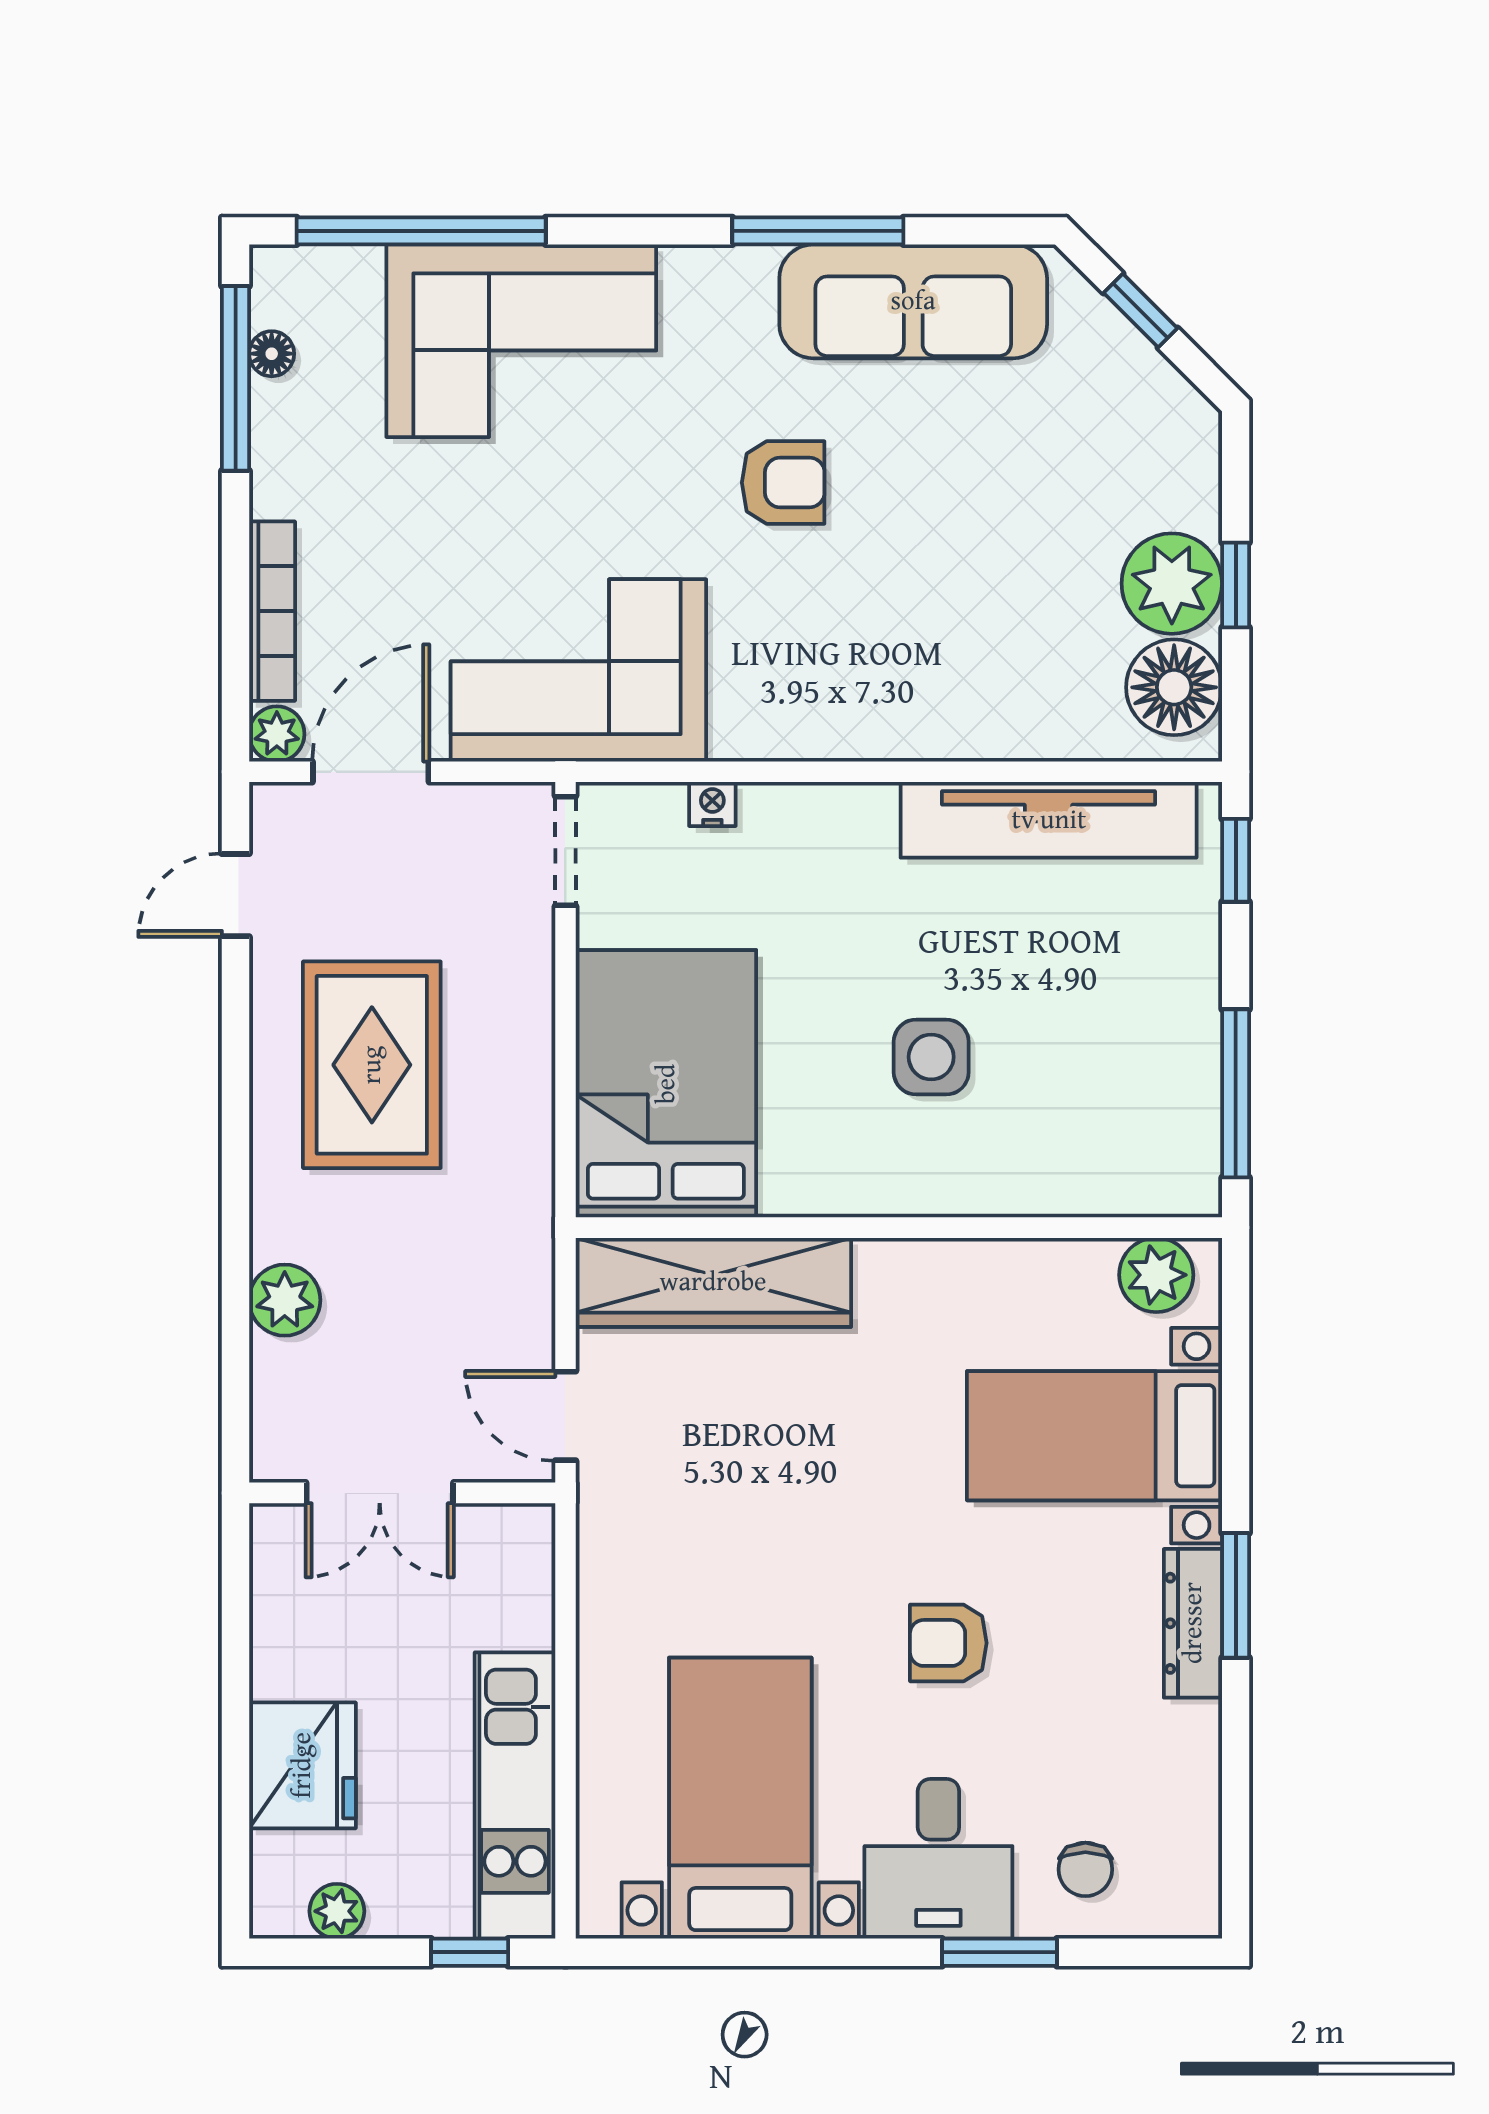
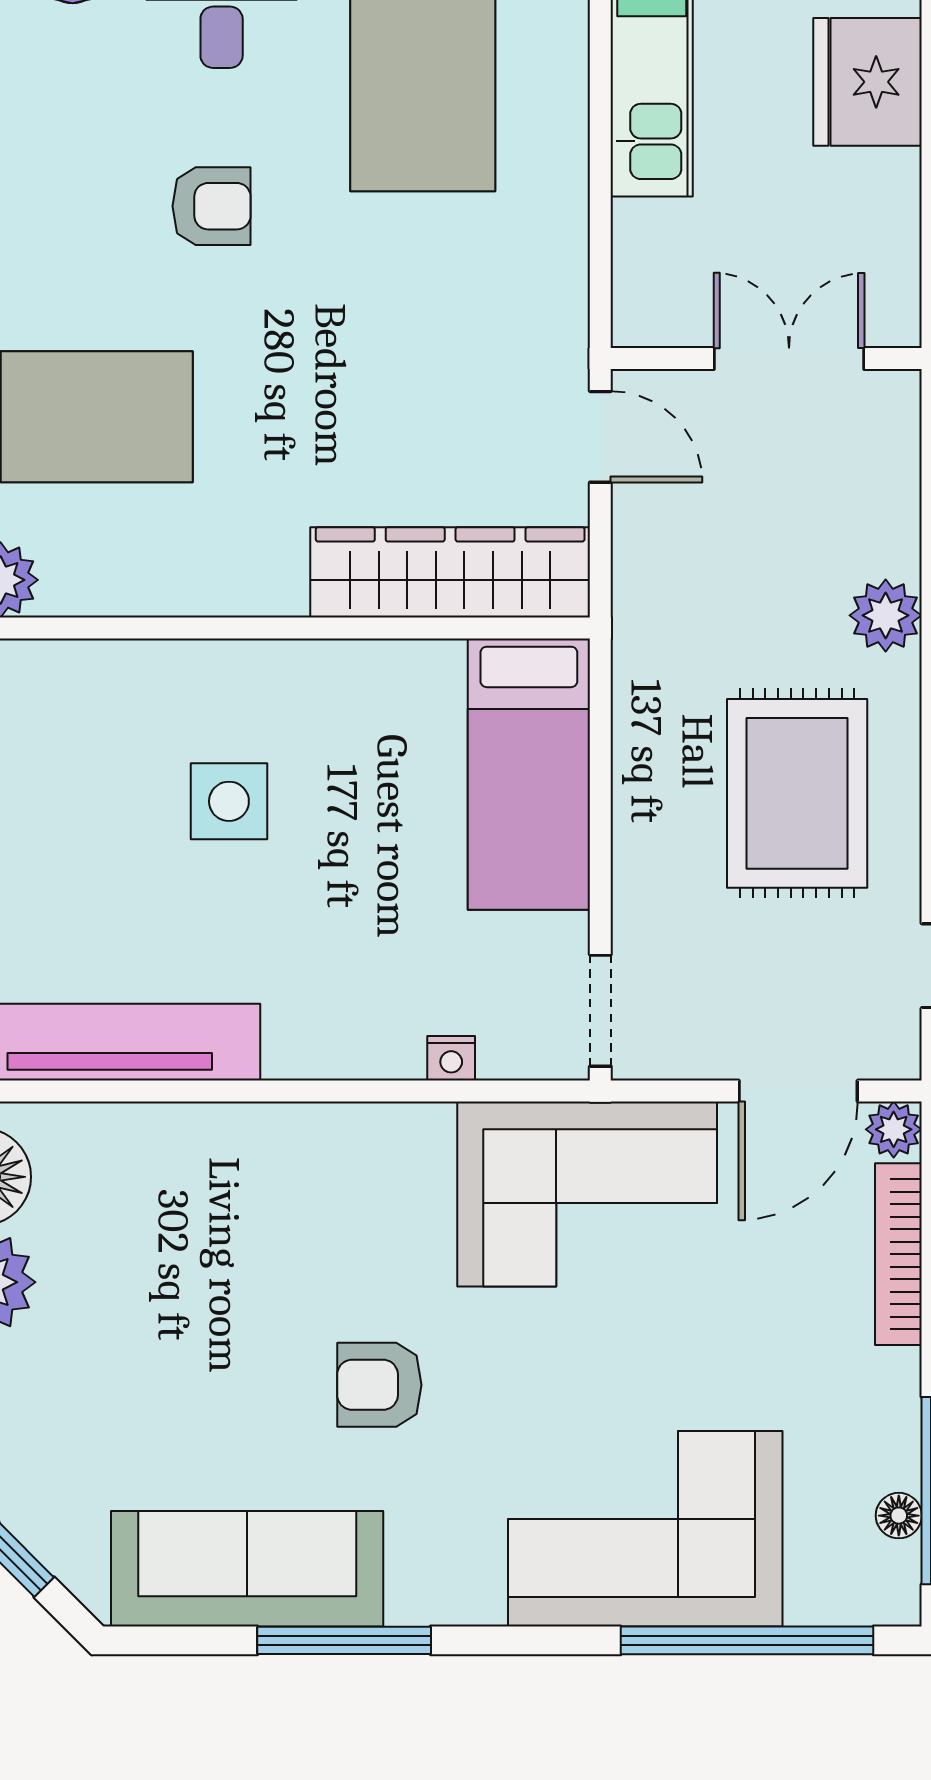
bed: (666, 1084) -> (529, 774), width x0.67
plant: (285, 1300) -> (886, 615), moved

